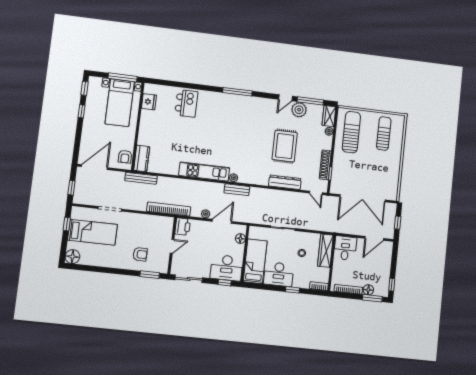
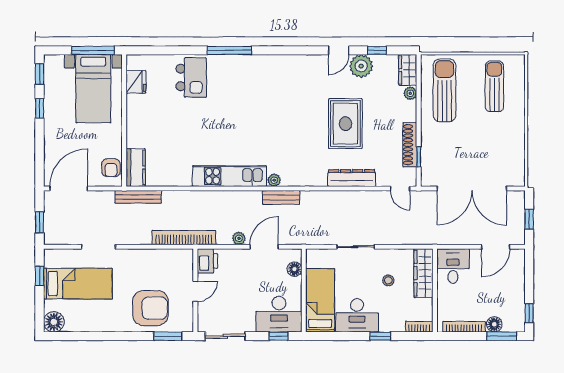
window: (237, 92) -> (229, 50), moved
window: (310, 101) -> (377, 50), width x0.46
armchair: (140, 254) -> (150, 308), width x1.88, depth x1.88

